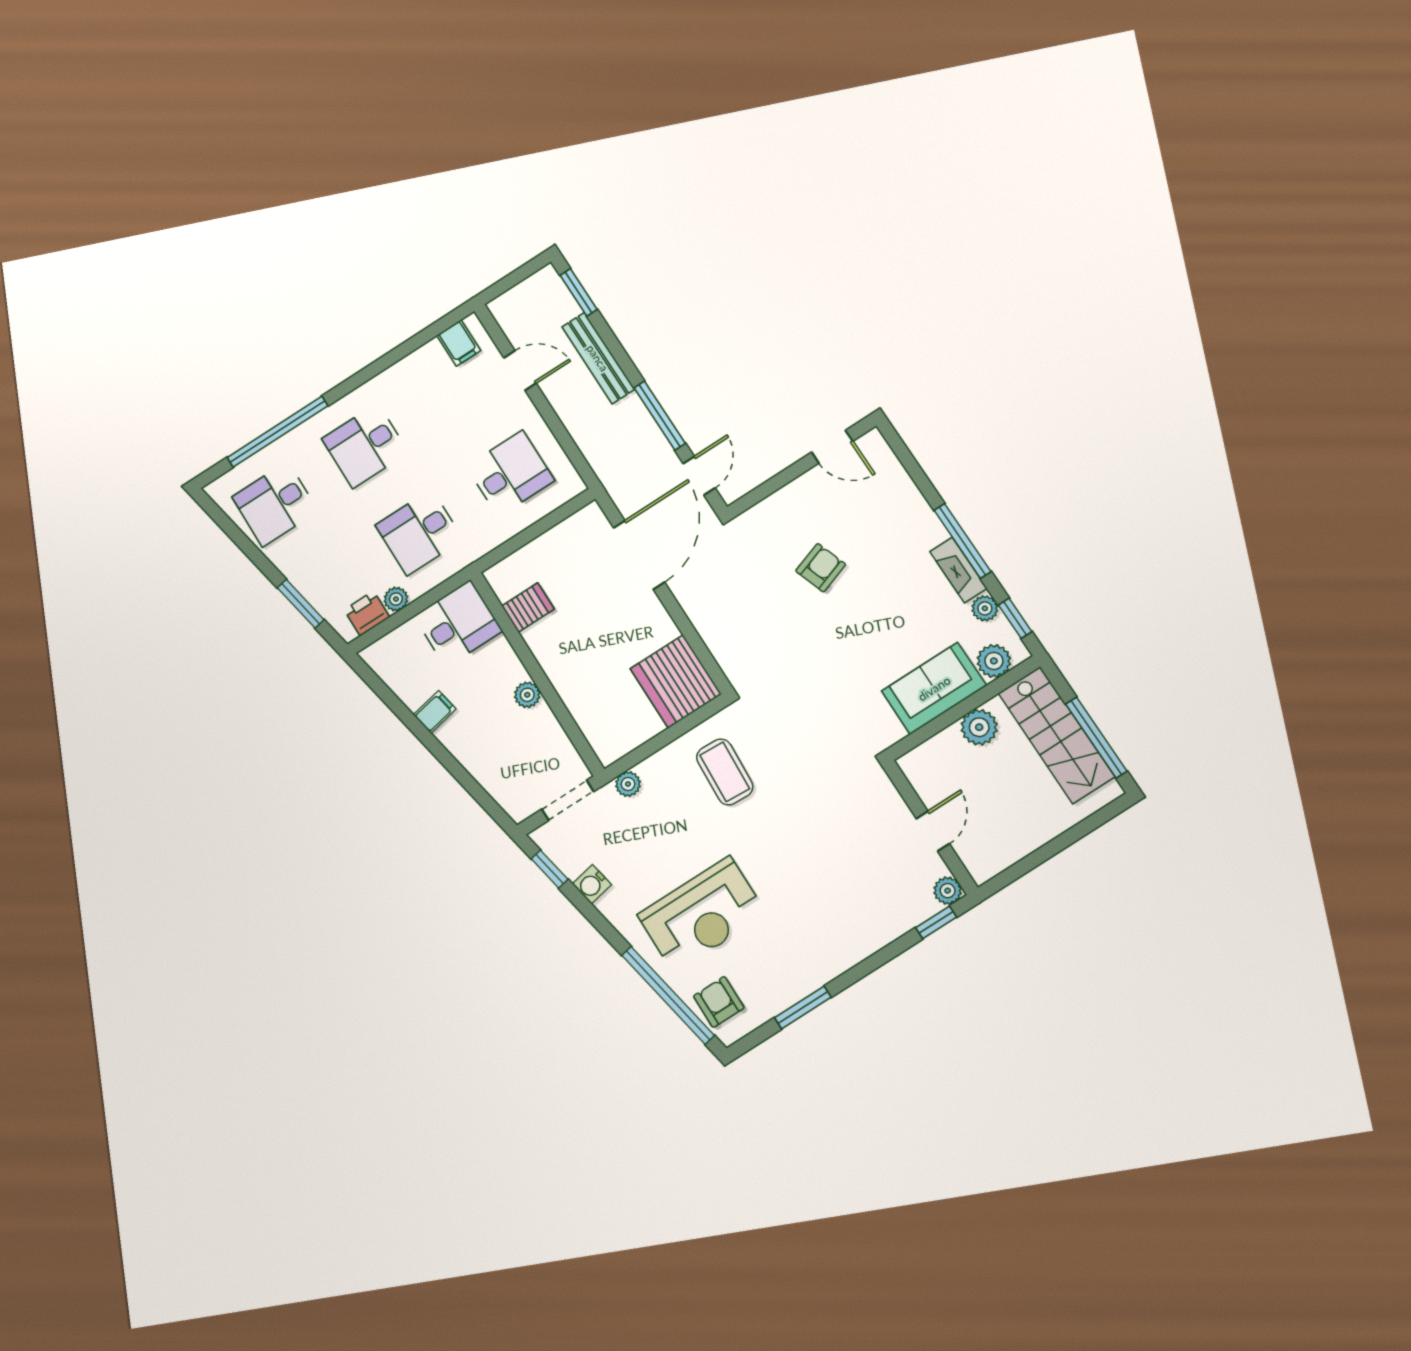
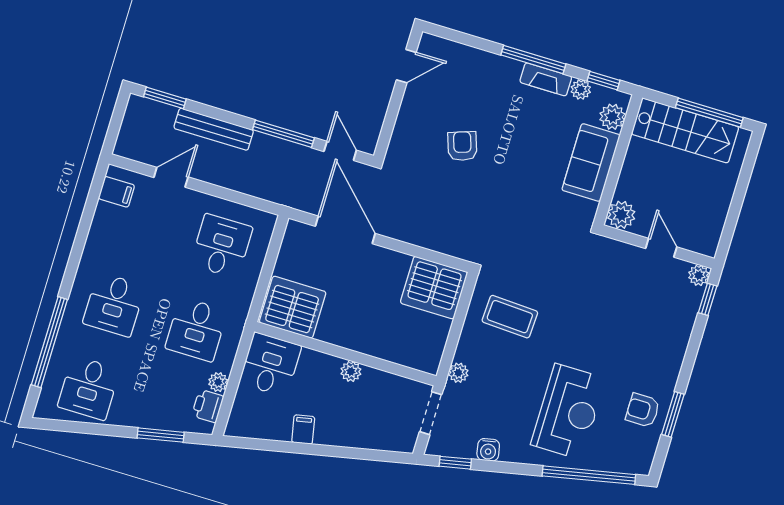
server rack: (528, 607) -> (293, 307), width x2.18, depth x1.44
plant: (979, 727) -> (621, 215), moved
armchair: (719, 1002) -> (643, 410), moved

